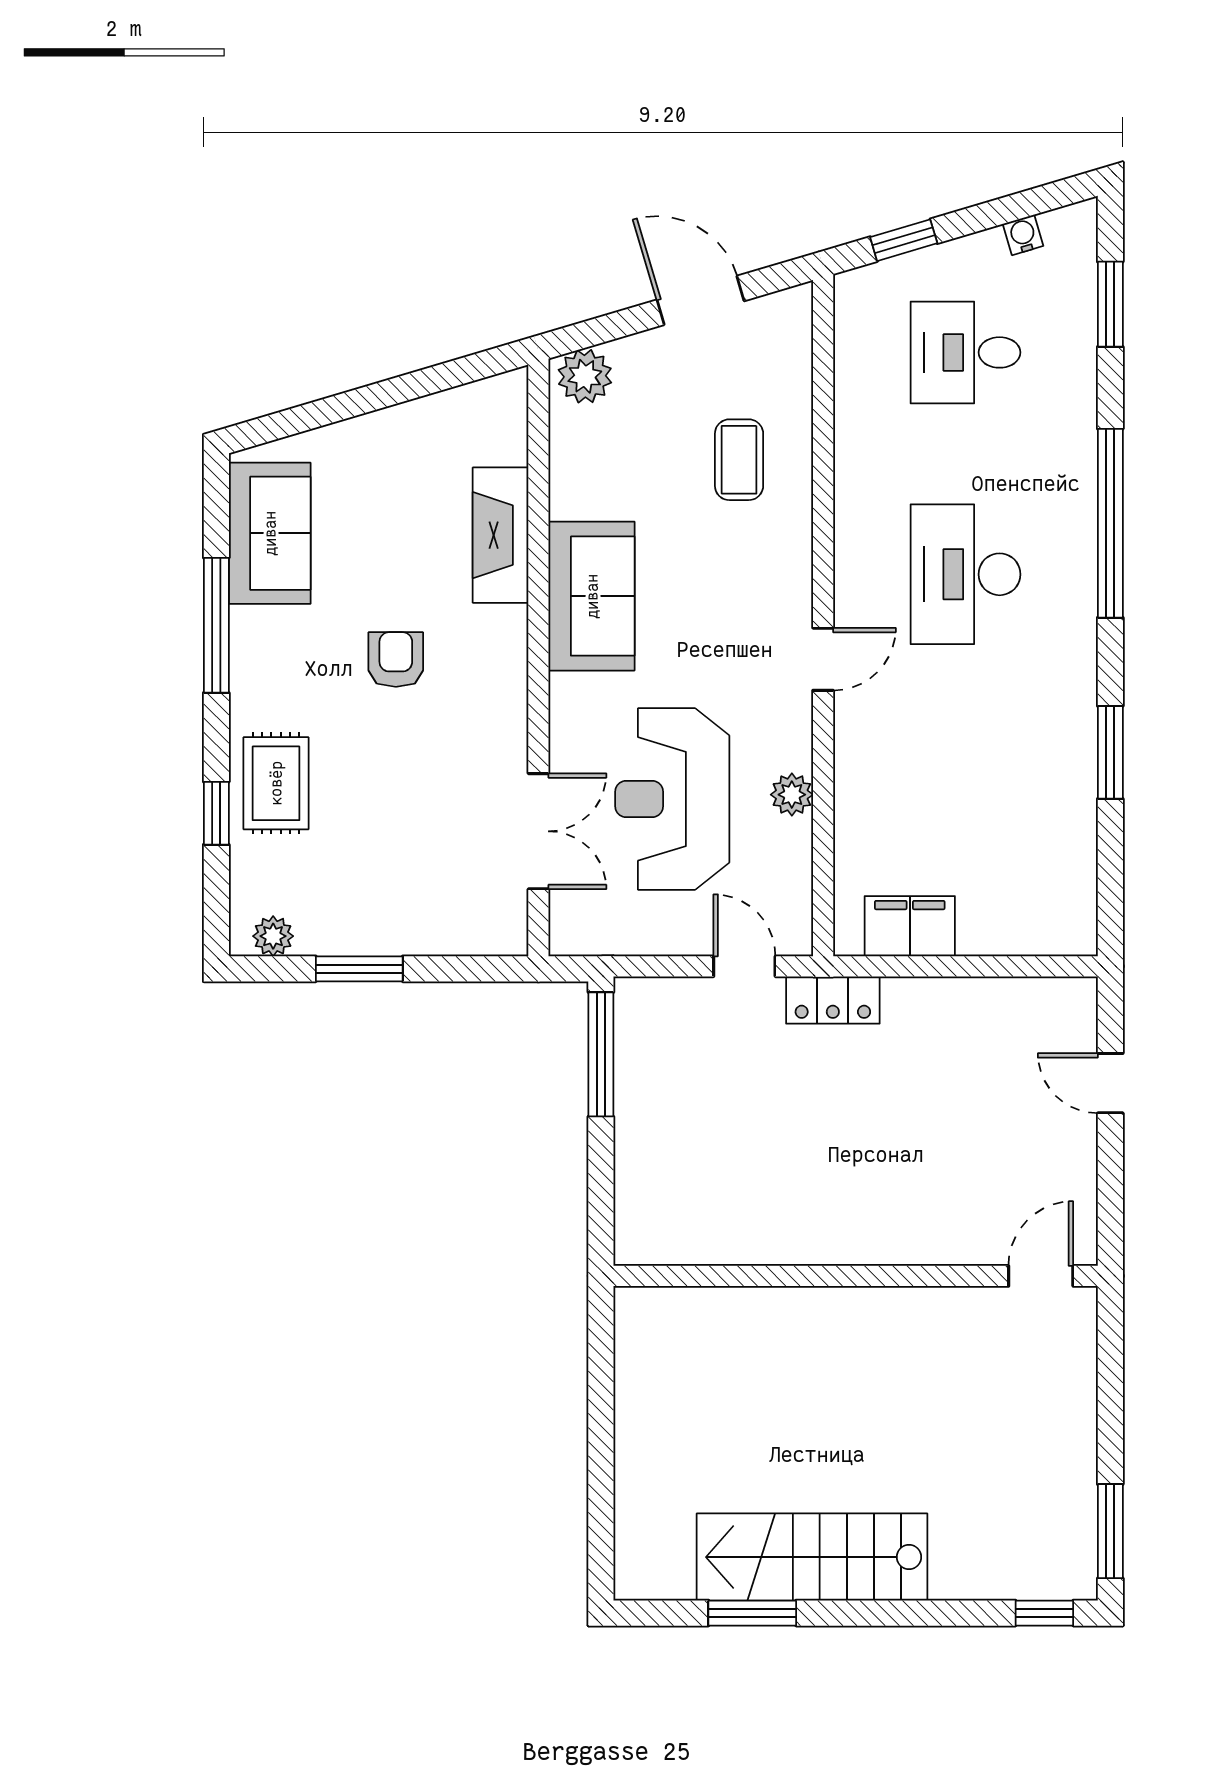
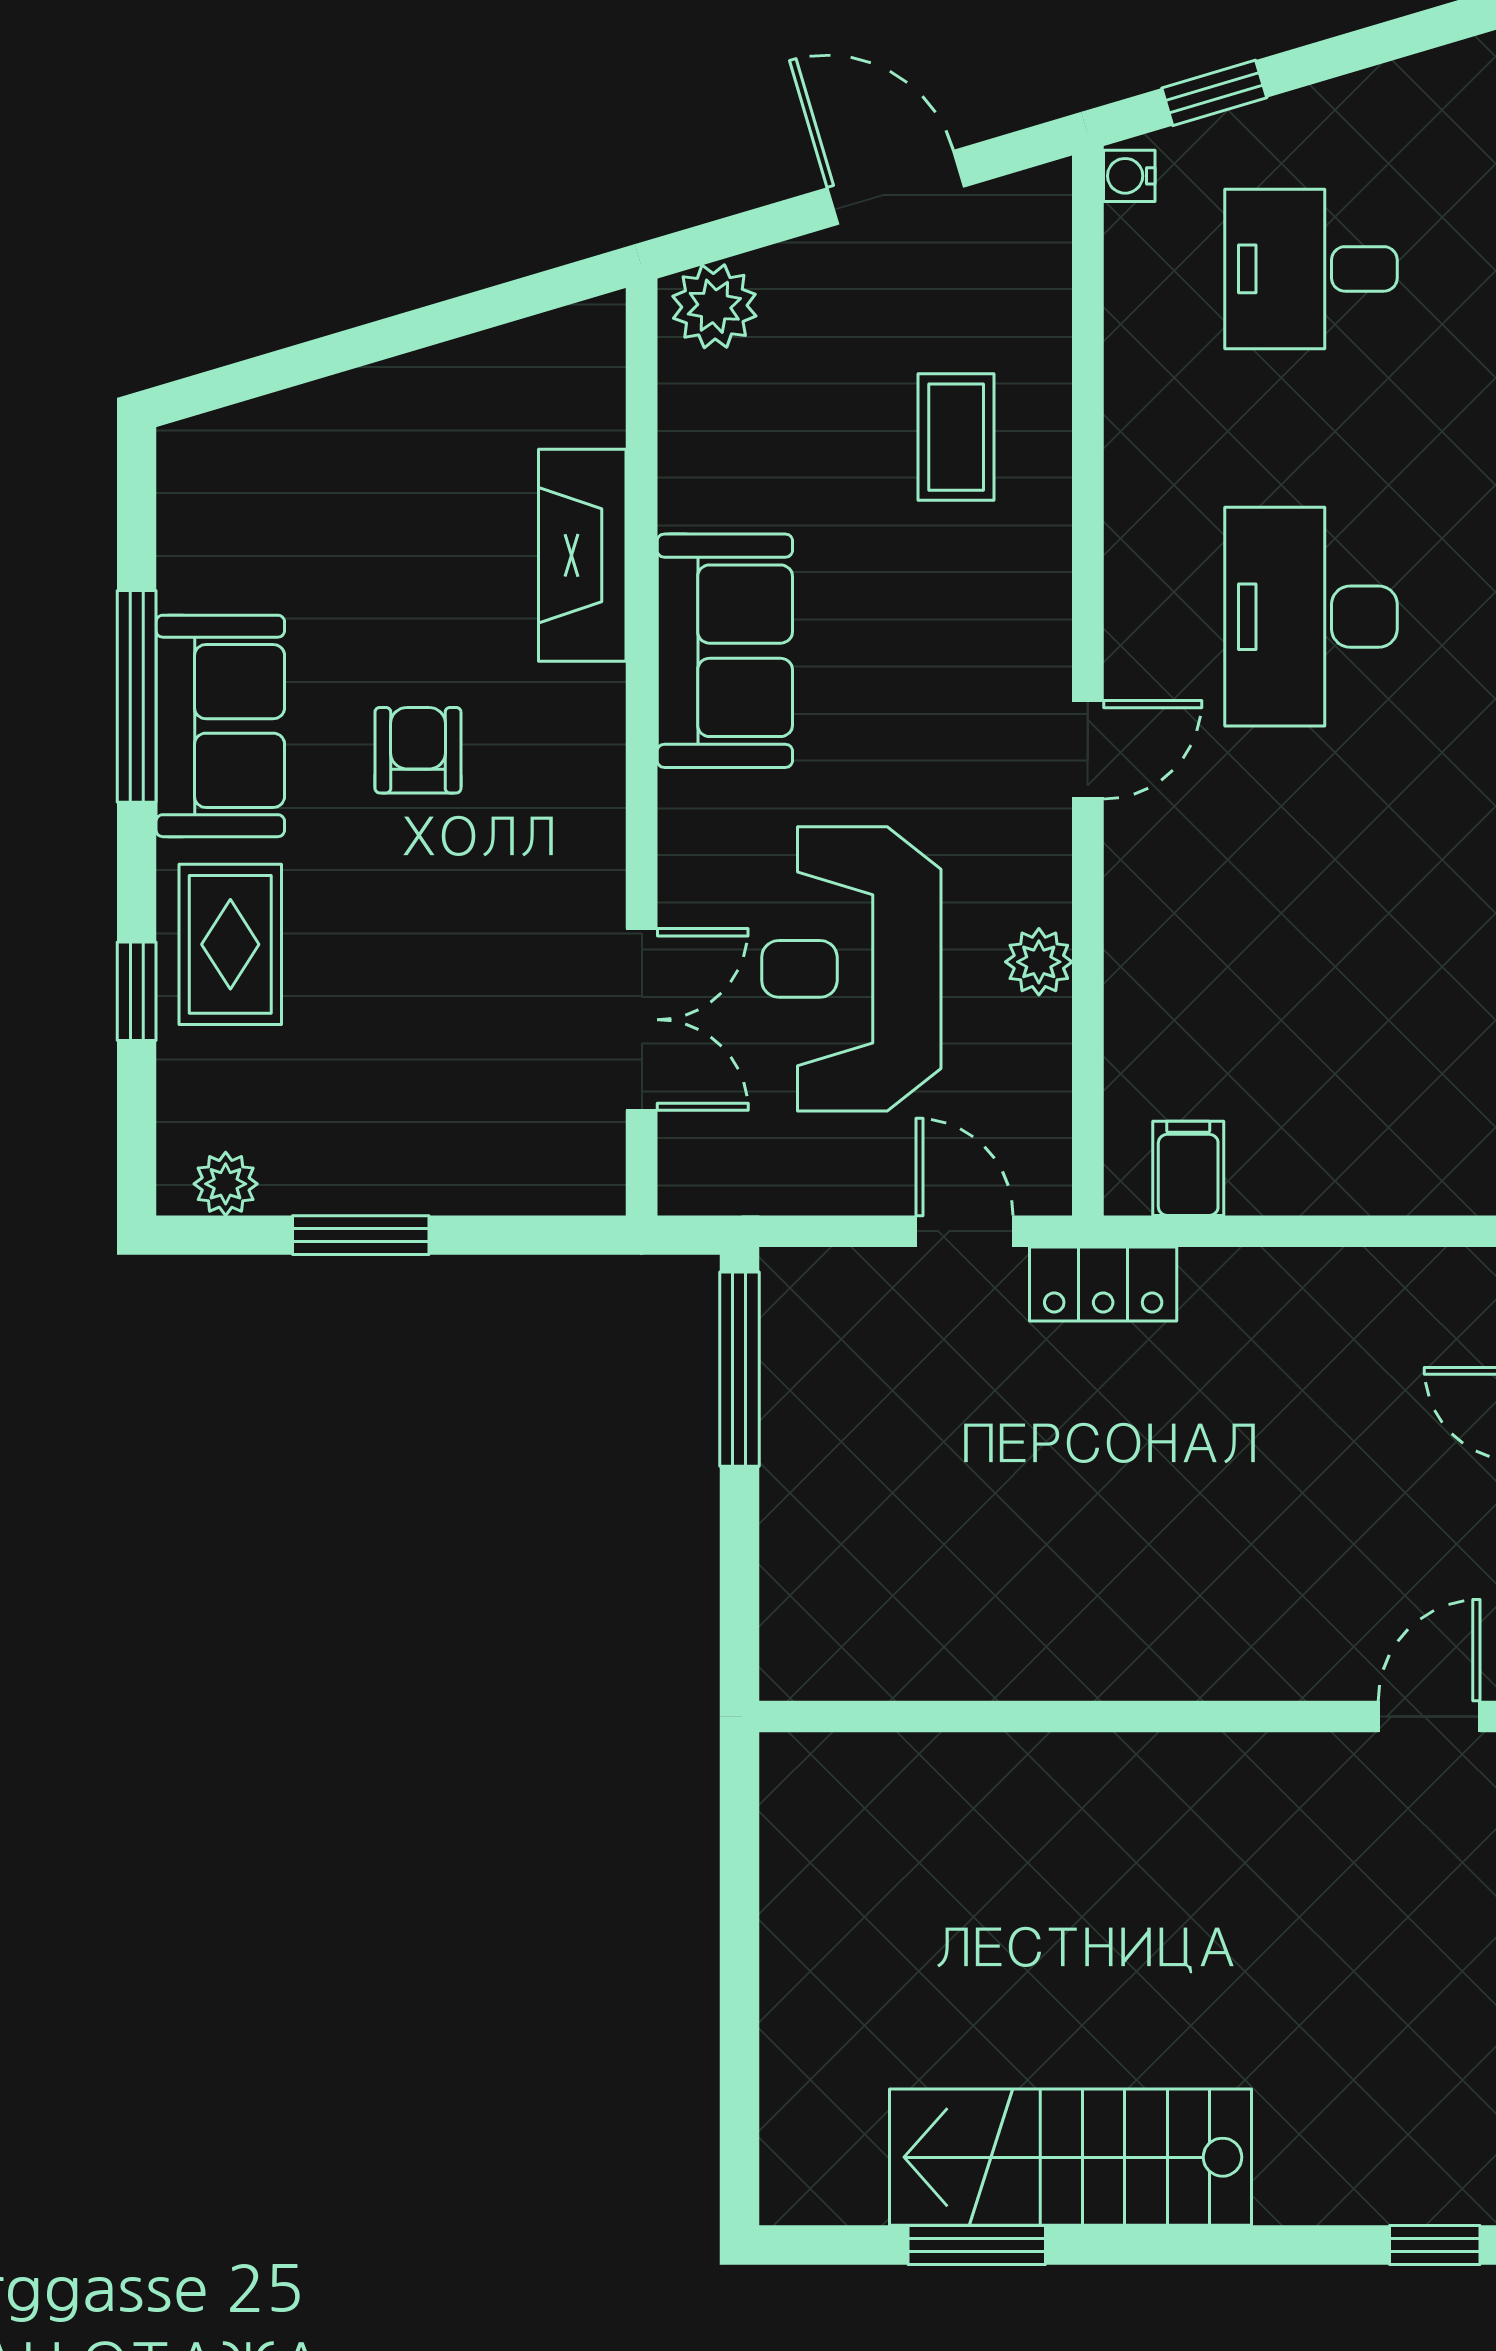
water cooler: (1023, 235) -> (1129, 176), moved, turned -73
sofa: (270, 533) -> (220, 726), moved
filing cabinet: (910, 926) -> (1188, 1168), width x0.50

